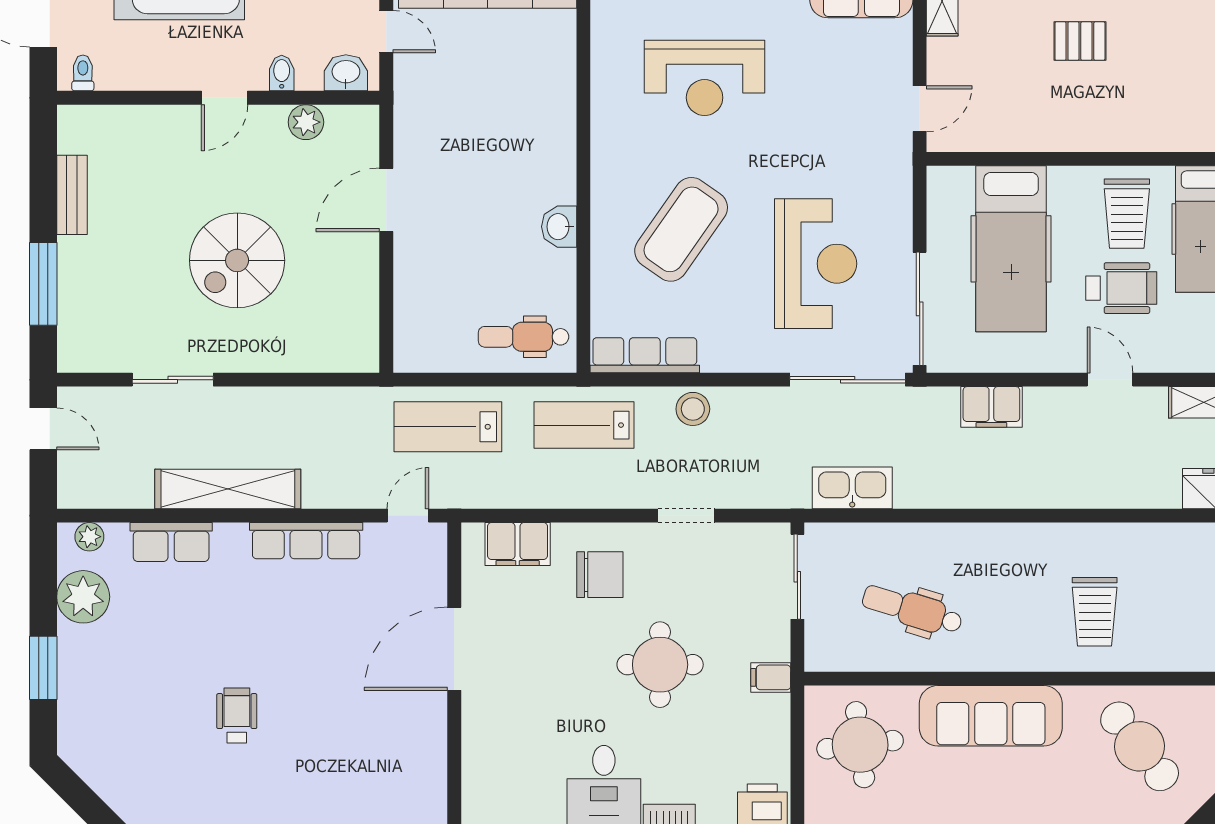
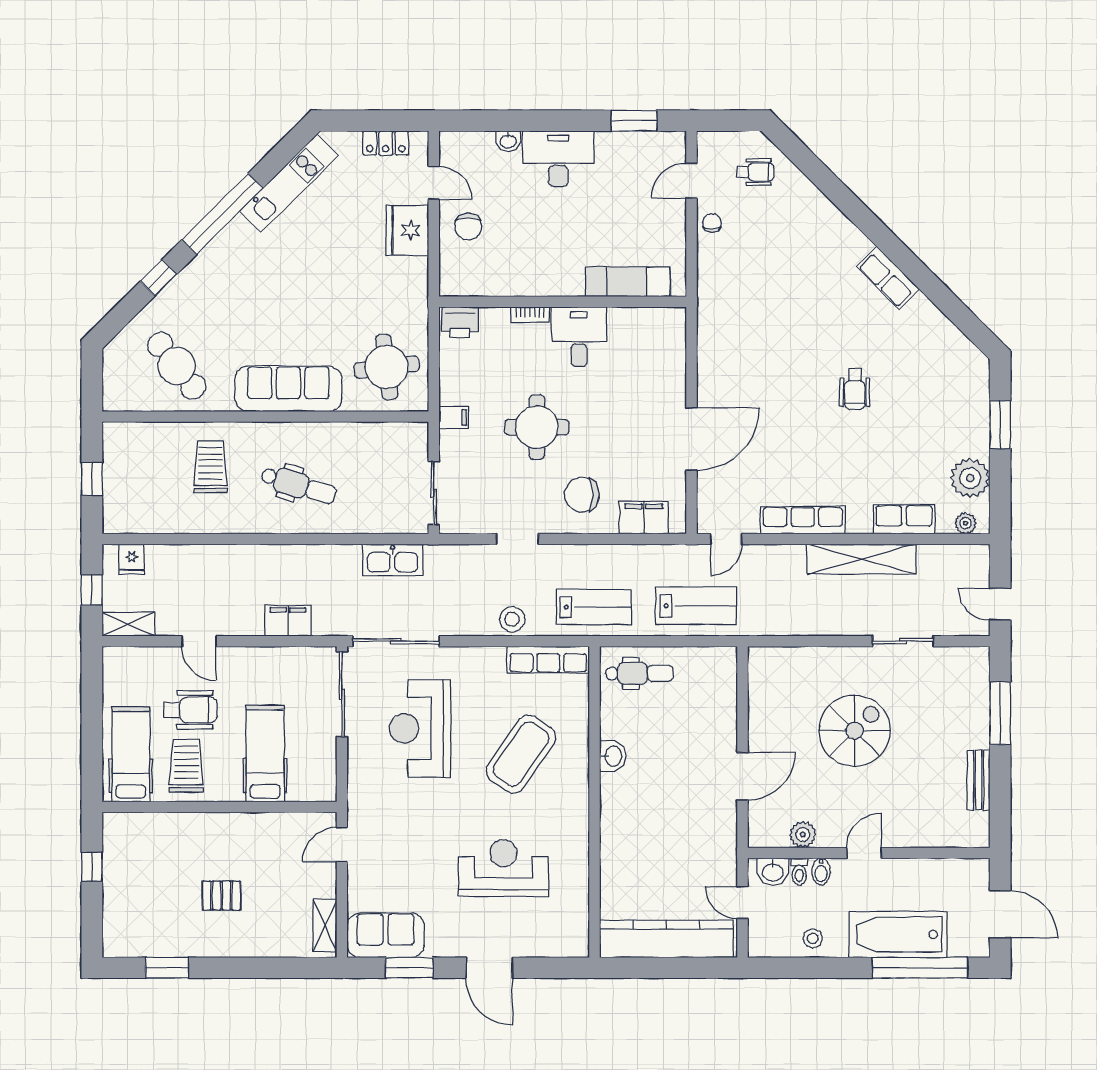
toilet: (83, 73) -> (799, 872), moved
hospital bed: (1011, 249) -> (265, 754), width x0.73, depth x0.78
wheelchair: (1121, 288) -> (190, 710), turned 180
dental chair: (912, 610) -> (298, 485), moved

